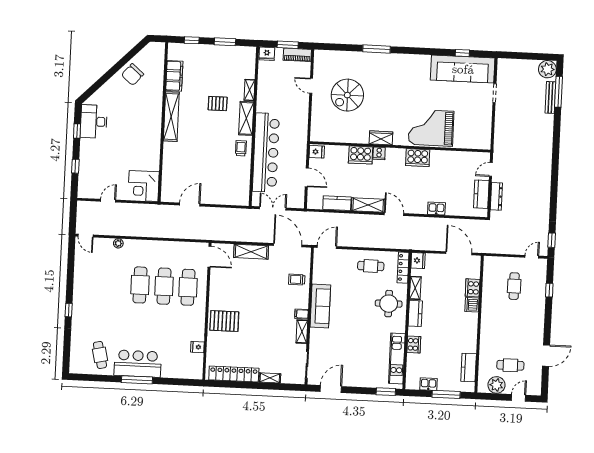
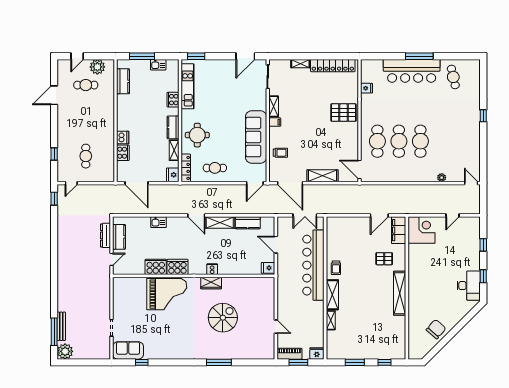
sofa: (463, 69) -> (128, 350), width x0.54, depth x0.79
filing cabinet: (174, 76) -> (399, 230), moved
spiral stairs: (347, 95) -> (223, 318), moved
pallet: (218, 104) -> (384, 259), moved
cooker: (361, 155) -> (156, 267), moved
sofa: (320, 306) -> (256, 137), width x1.36, depth x1.27
bar counter: (138, 364) -> (412, 71), width x1.36

